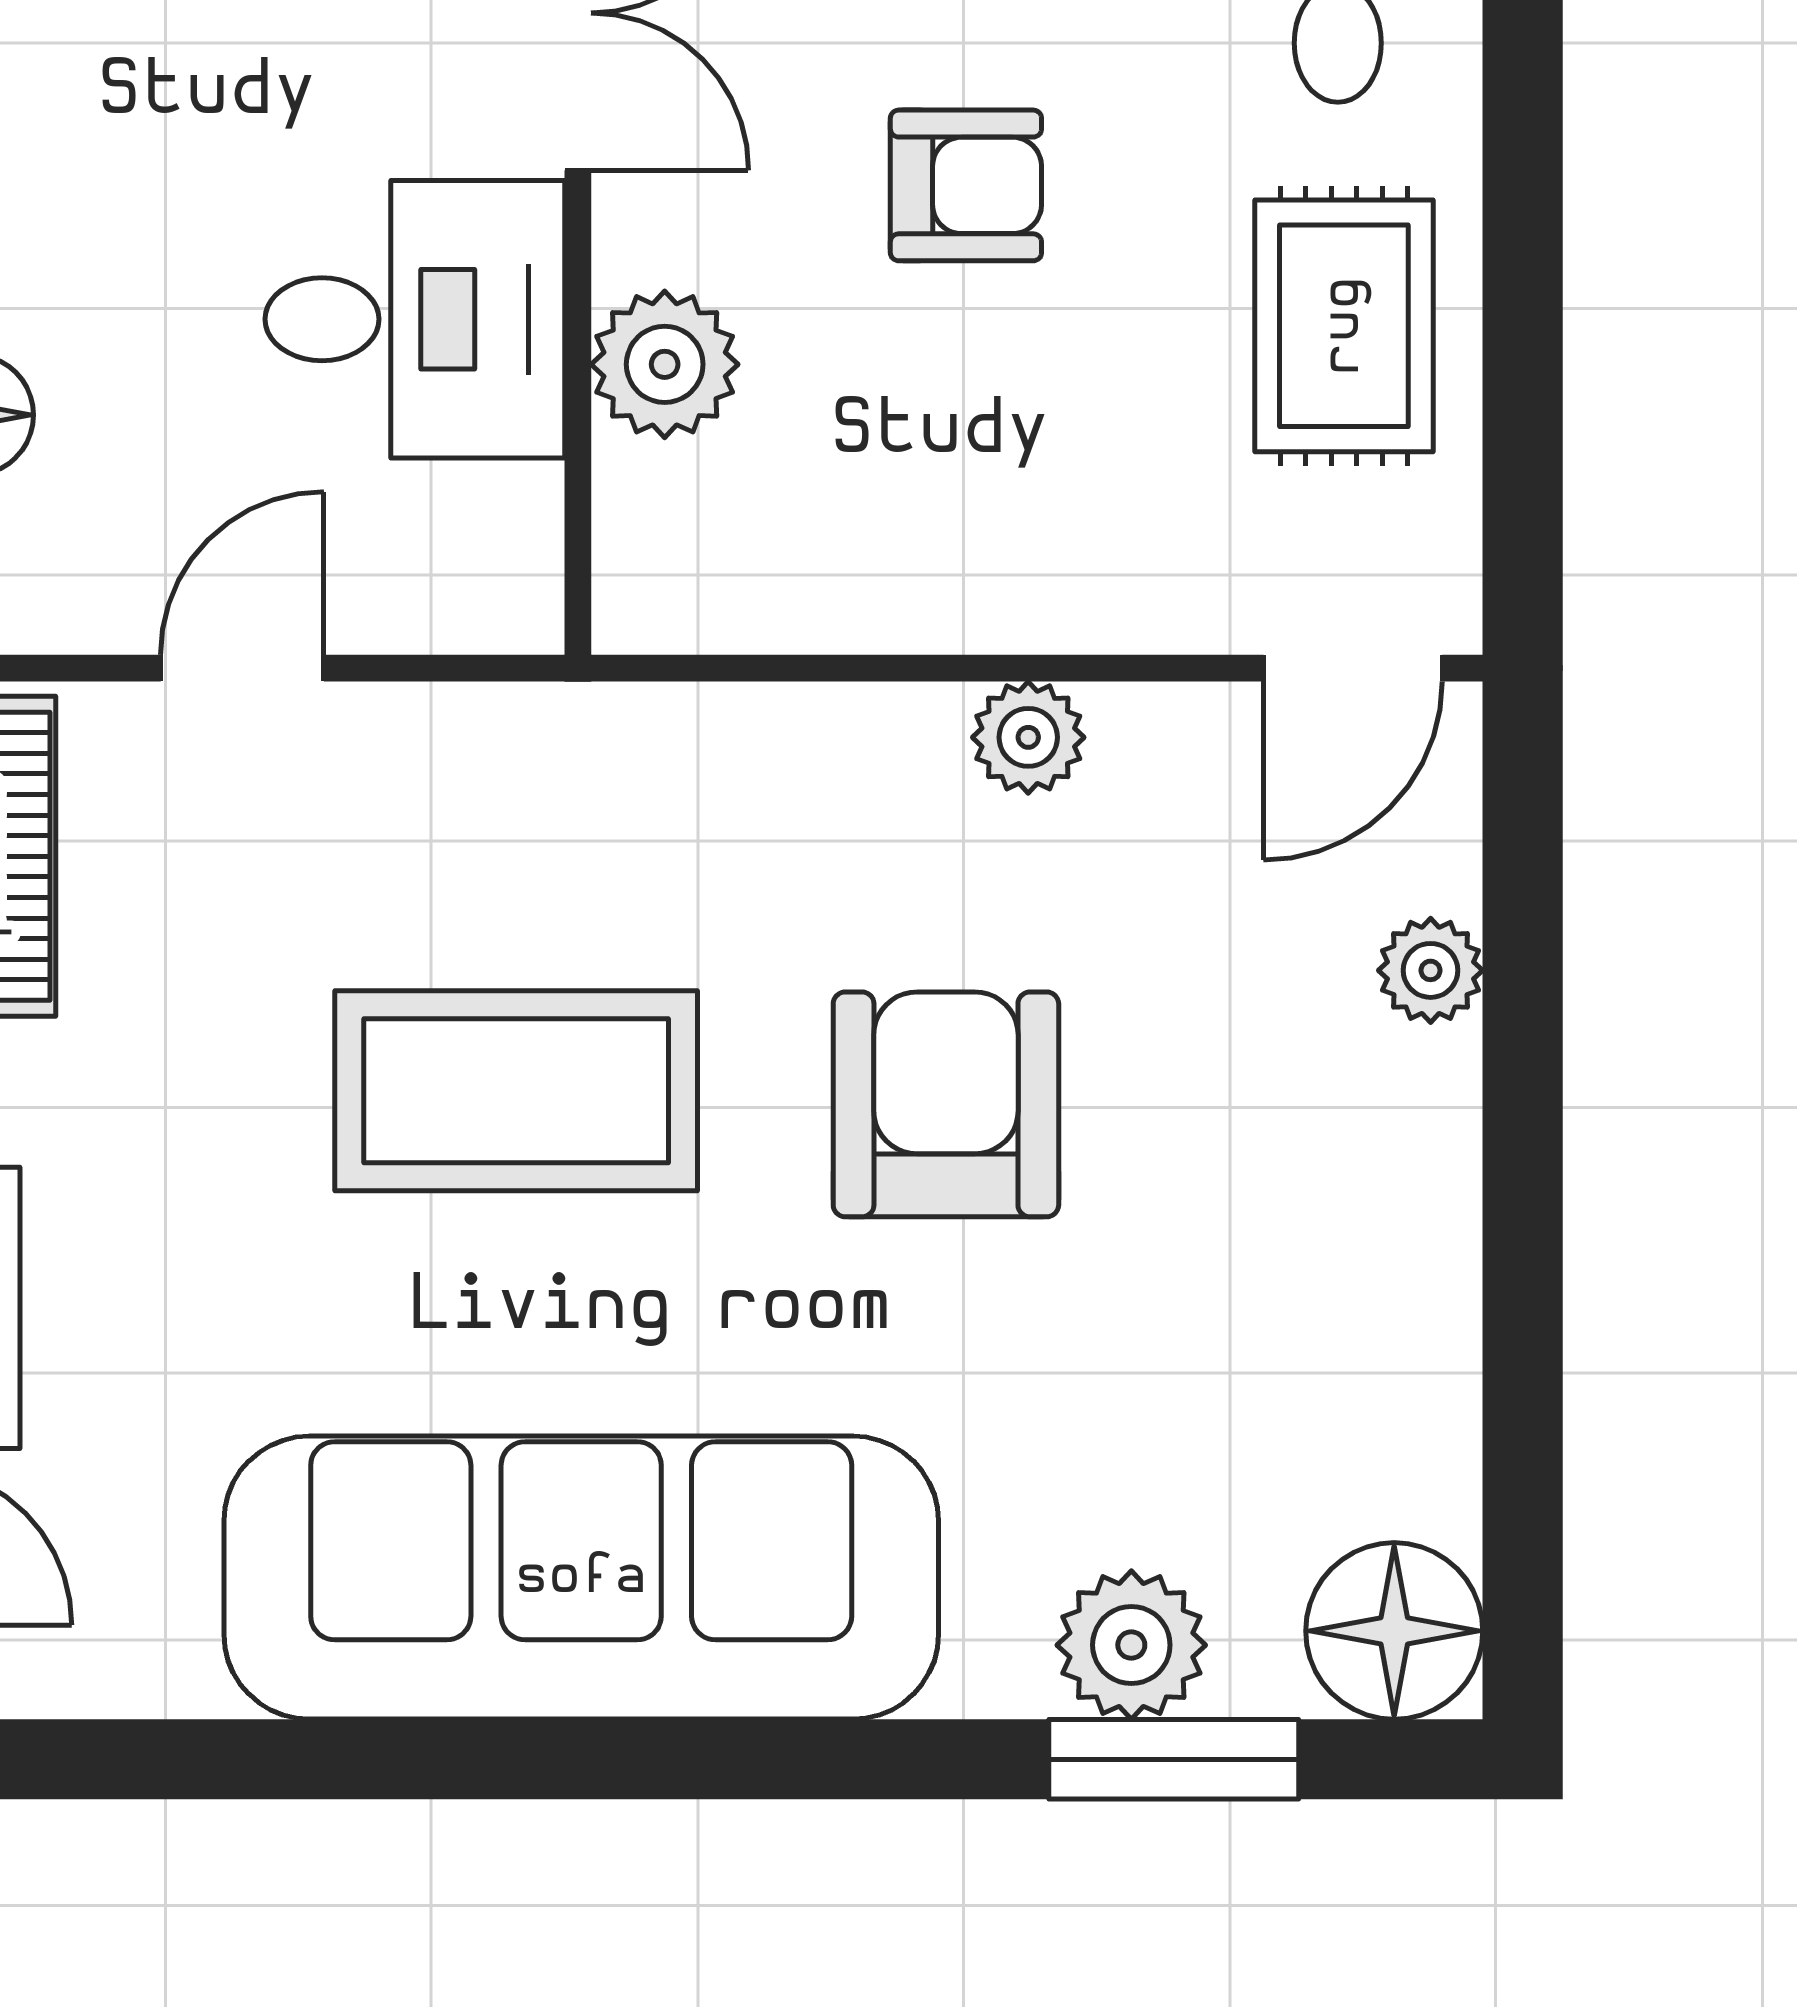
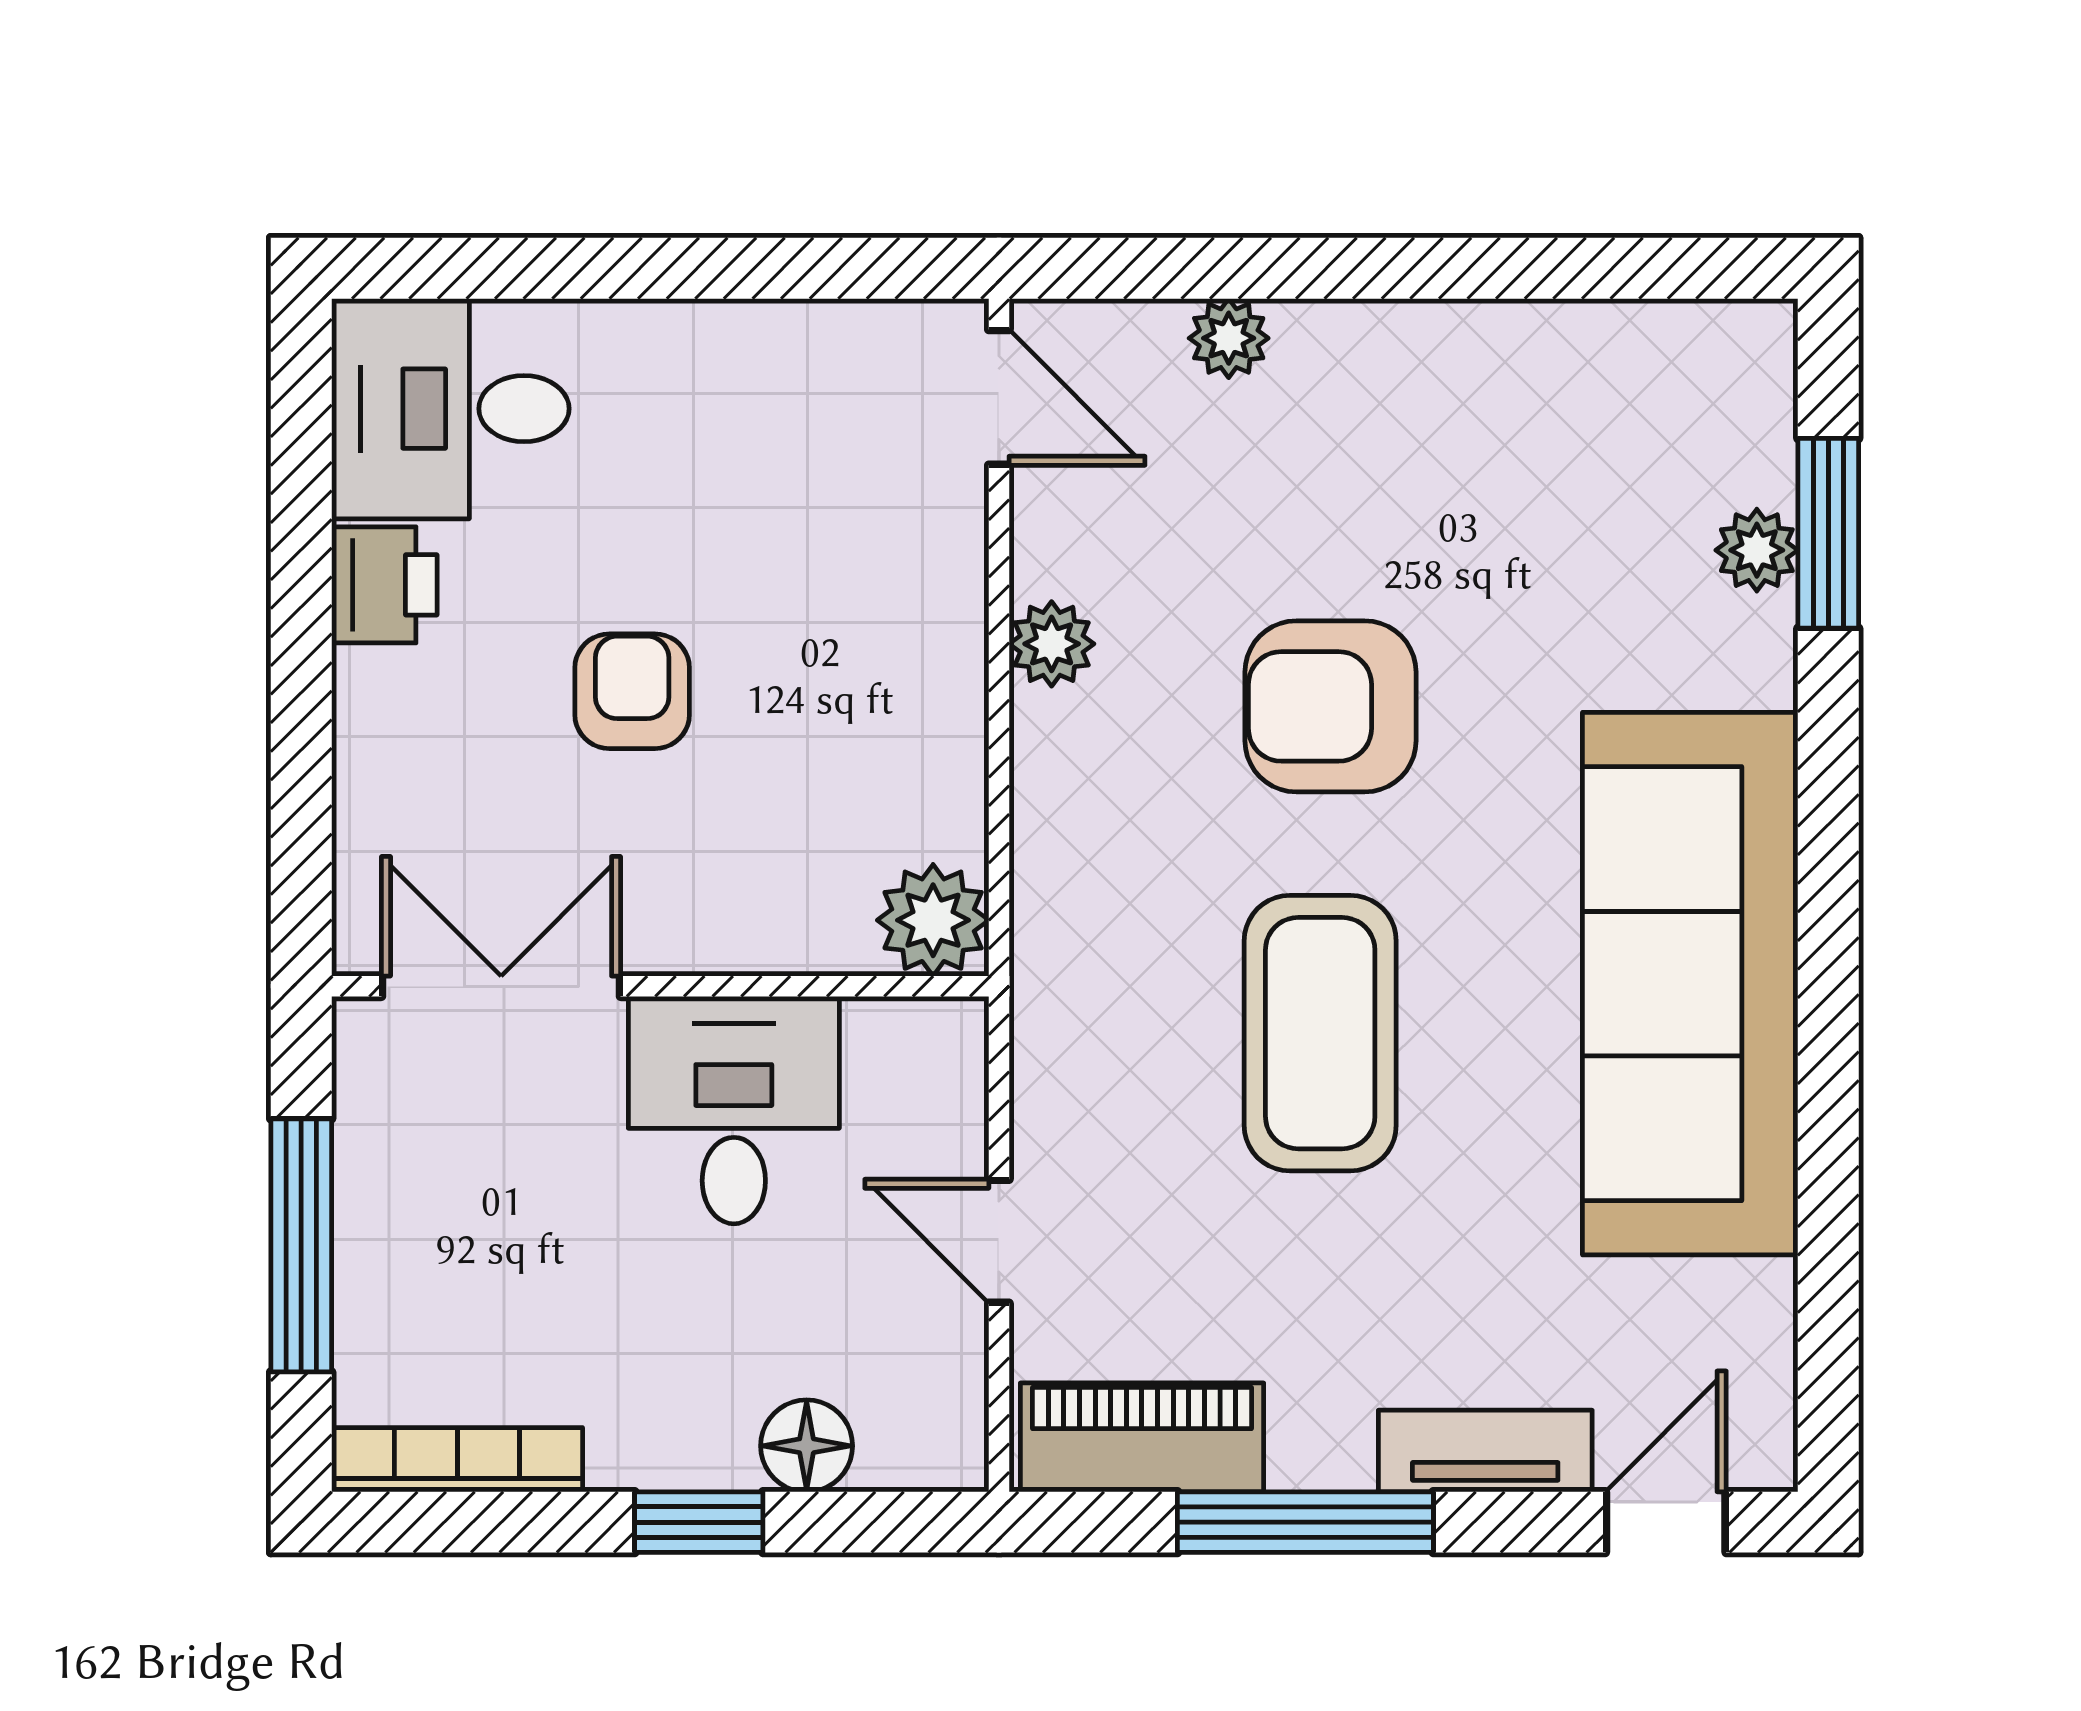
rug: (1344, 326) -> (739, 404), removed
plant: (665, 364) -> (933, 920), moved
floor lamp: (1394, 1631) -> (1731, 366), removed
plant: (1131, 1645) -> (1757, 550), width x0.73, depth x0.73

